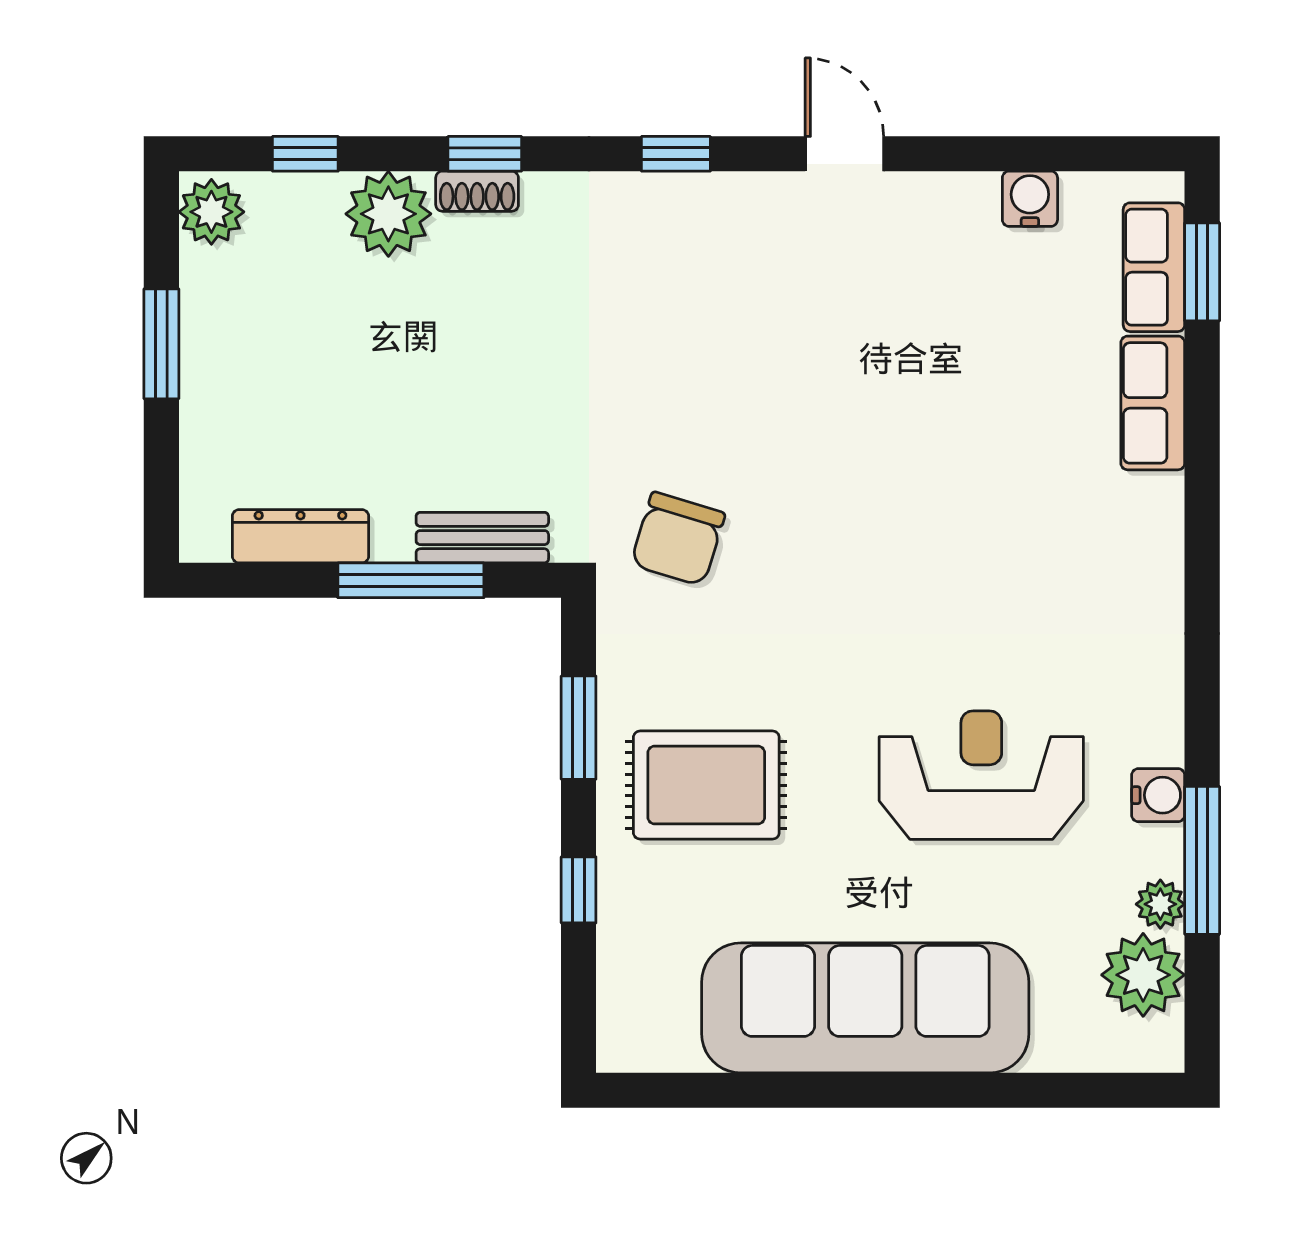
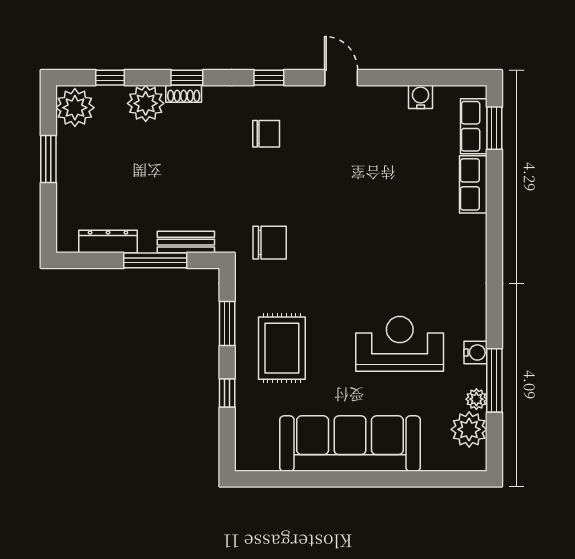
plant: (211, 212) -> (75, 108), width x1.36, depth x1.36
chair: (670, 285) -> (266, 134), added
chair: (678, 539) -> (270, 243), turned -107
rug: (706, 785) -> (282, 348), turned 90

